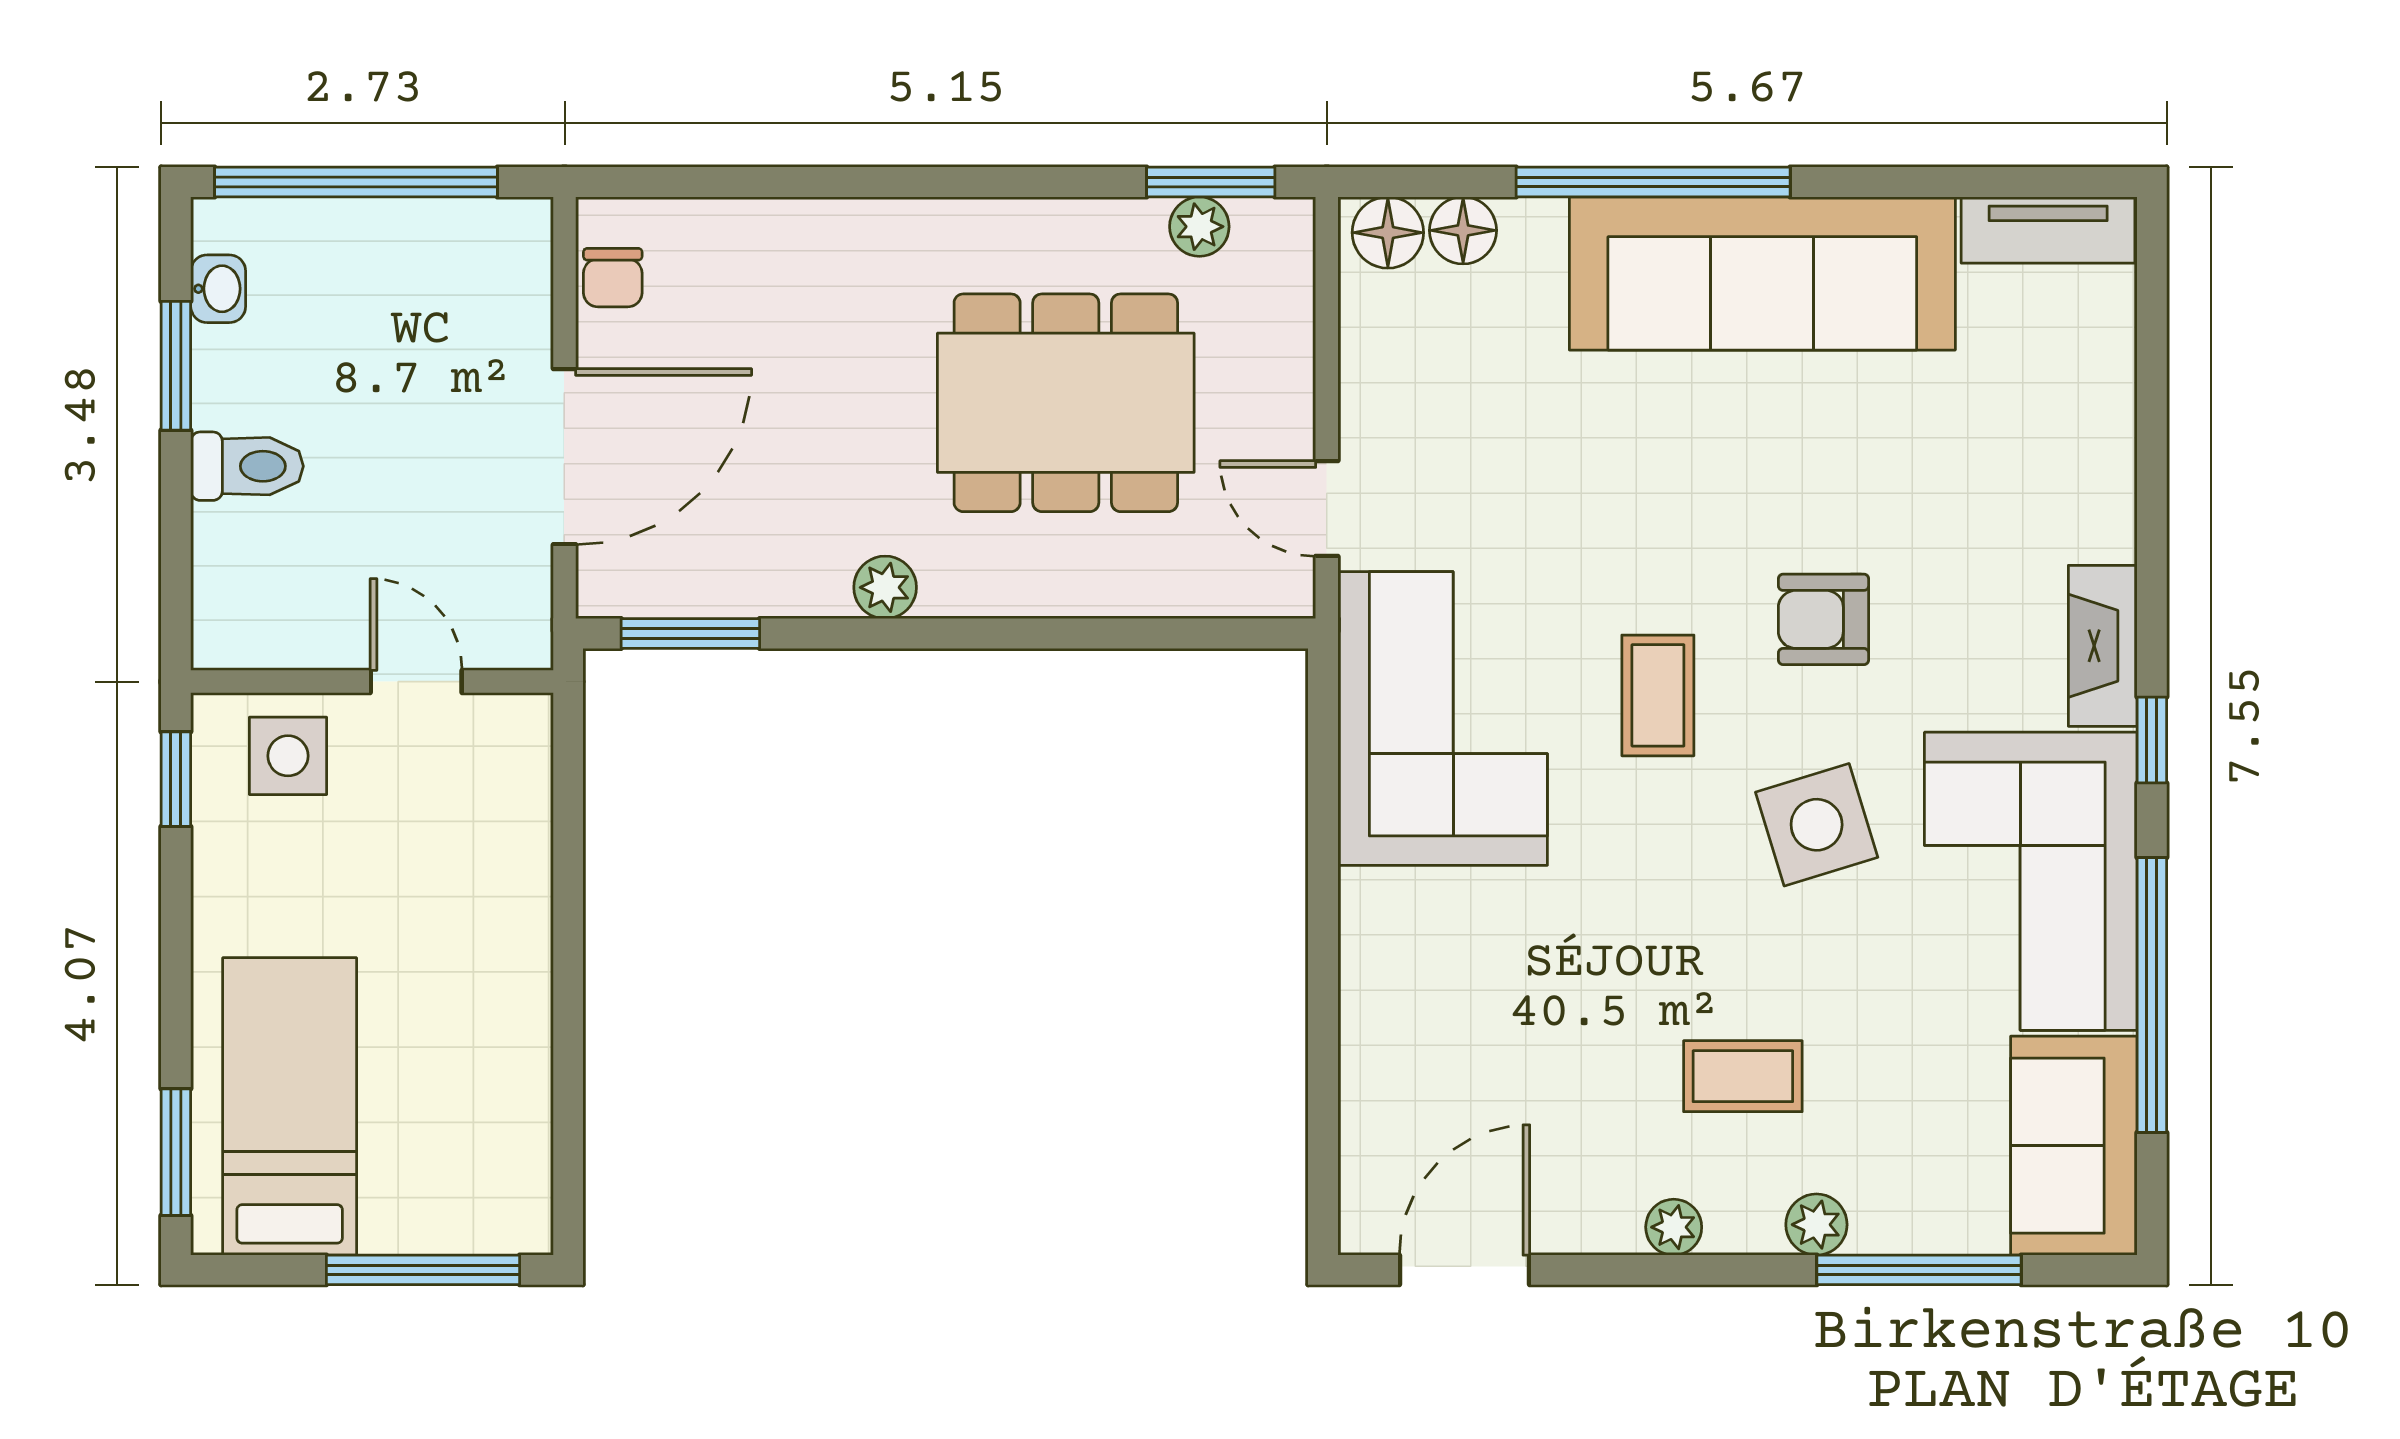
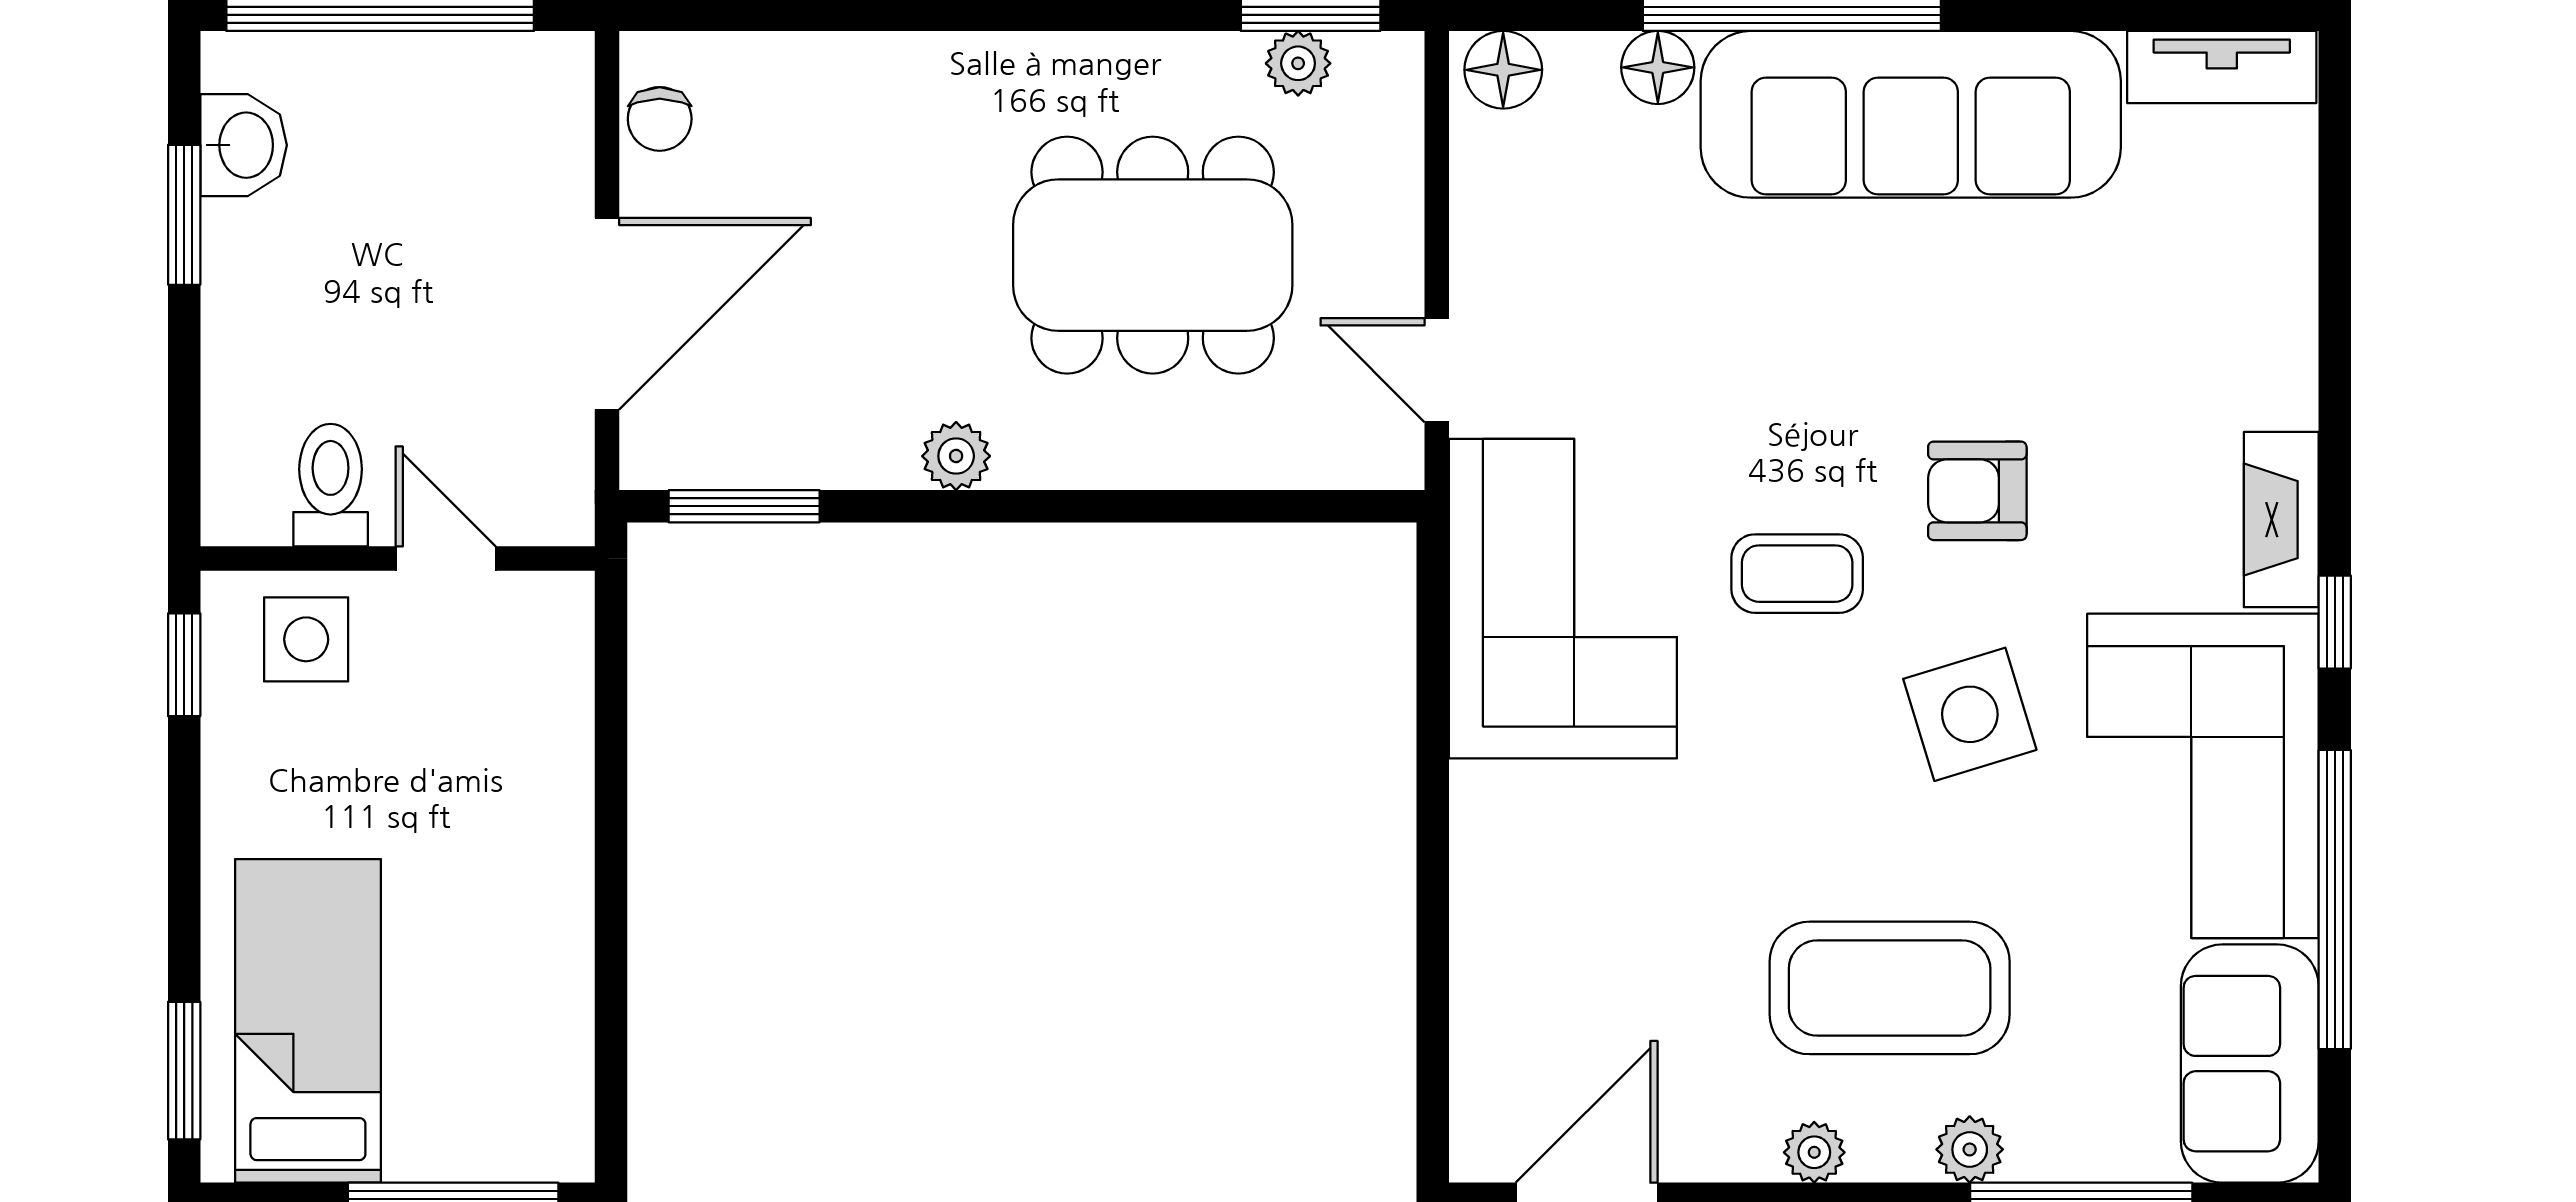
floor lamp: (1463, 230) -> (1658, 67), moved
washbasin: (218, 289) -> (244, 145), width x1.38, depth x1.45
toilet: (247, 466) -> (331, 485), moved, turned -90
coffee table: (1658, 695) -> (1797, 574), turned 90
coffee table: (1743, 1076) -> (1890, 988), width x1.86, depth x1.72

